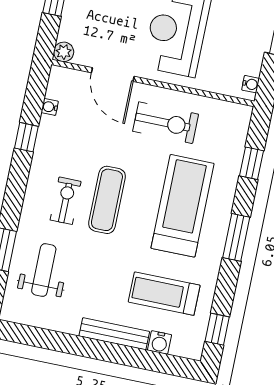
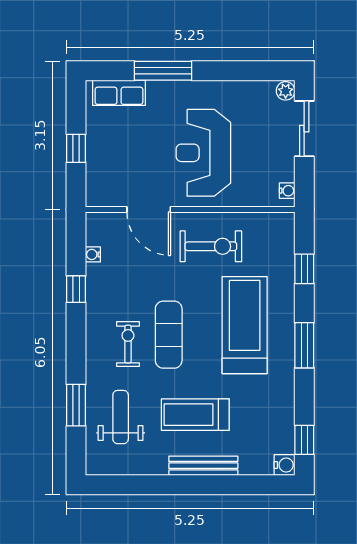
plant: (64, 52) -> (96, 197), removed
treadmill: (164, 294) -> (195, 415), moved
water cooler: (160, 342) -> (284, 465), moved, turned -90

